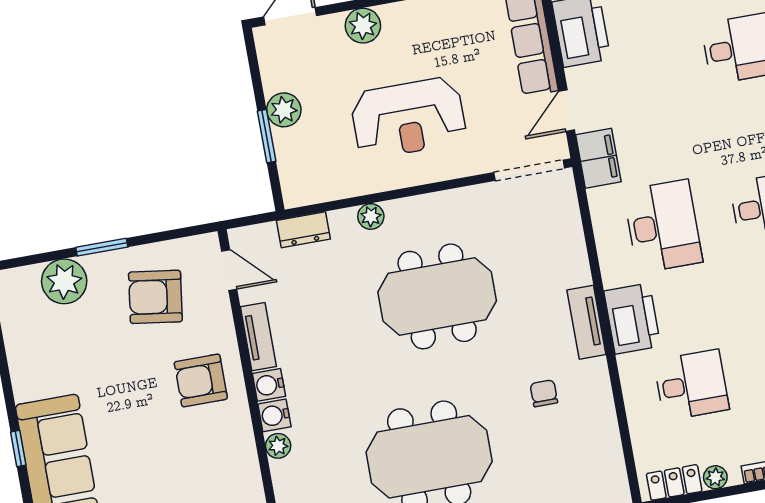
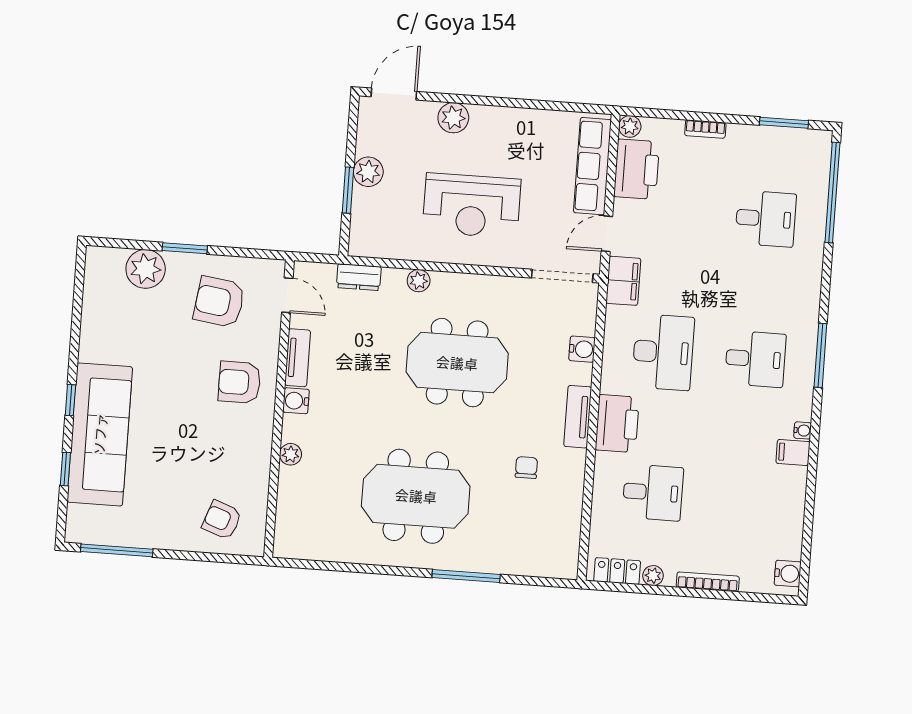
water cooler: (274, 415) -> (582, 349), moved, turned 180

